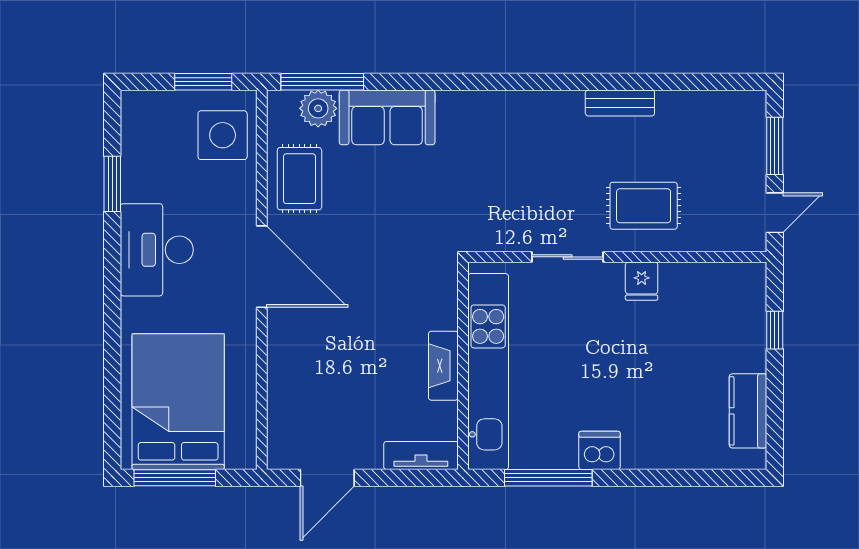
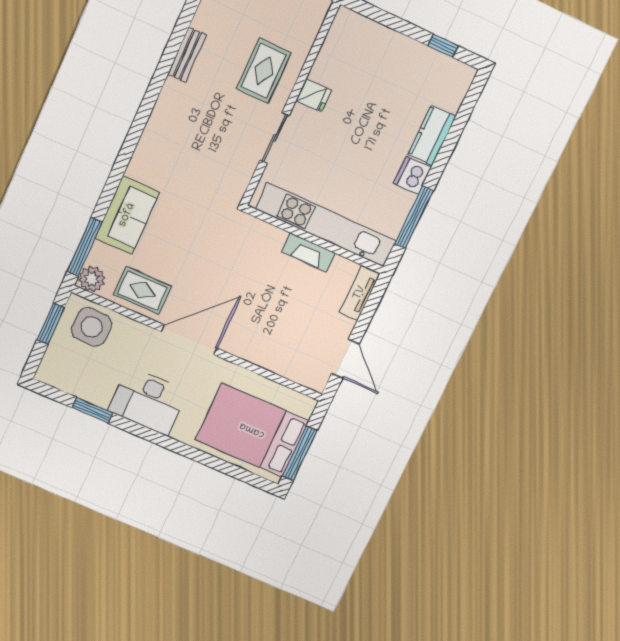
plant: (318, 108) -> (92, 279), moved
window: (775, 330) -> (443, 46), moved
kitchen counter: (748, 411) -> (432, 135), moved, turned 90

